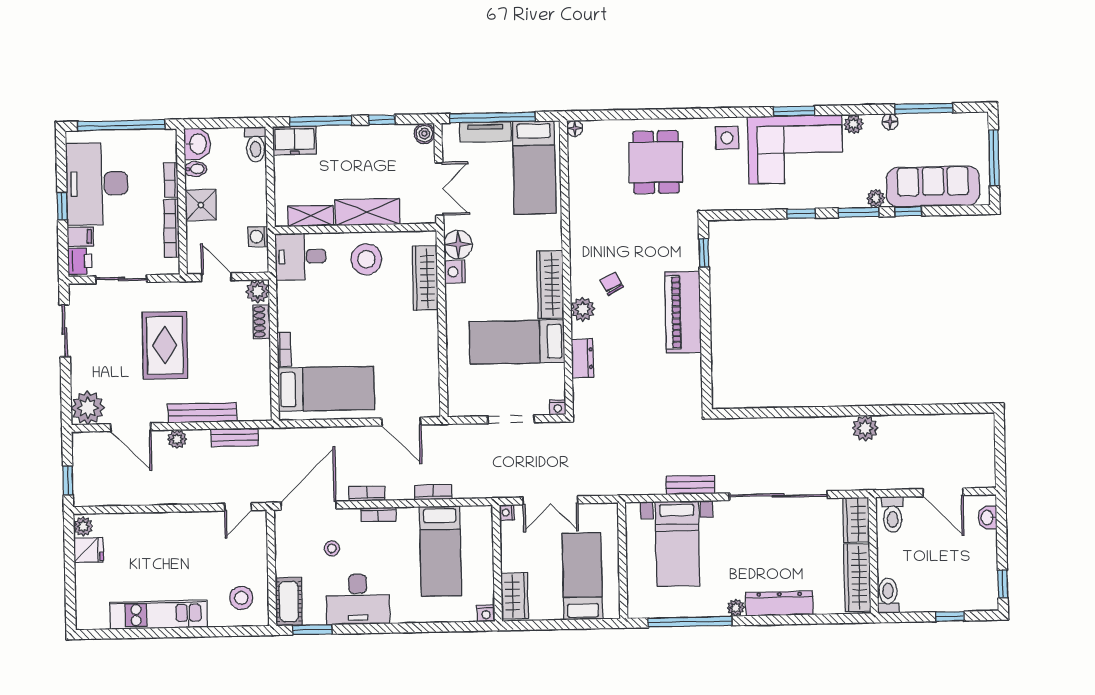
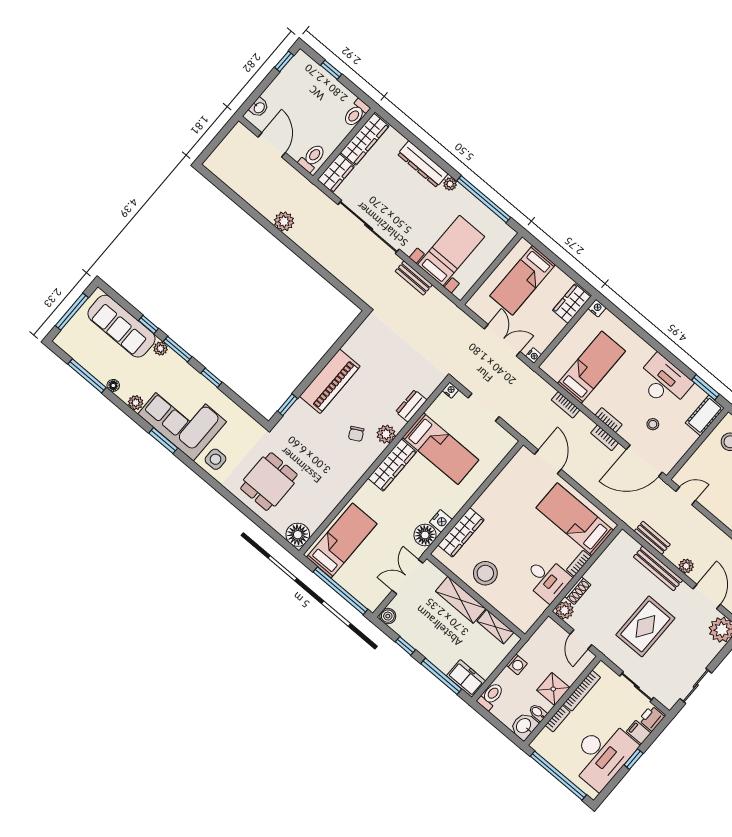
floor lamp: (575, 128) -> (298, 535), width x1.89, depth x1.89
tv unit: (485, 132) -> (352, 586), removed
washing machine: (258, 237) -> (517, 664), moved
desk: (300, 257) -> (547, 579), moved

